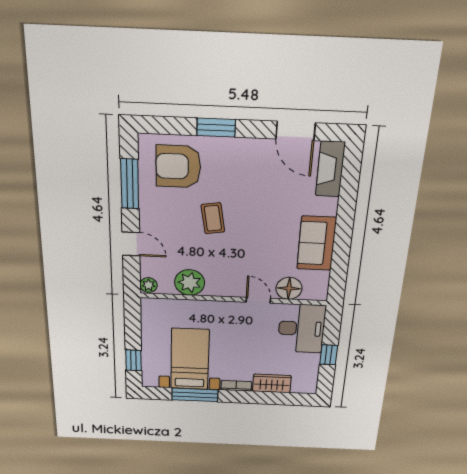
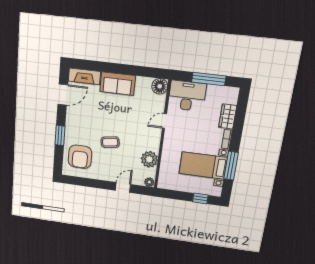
window: (130, 184) -> (89, 183), removed
sofa: (316, 243) -> (117, 84), moved
floor lamp: (289, 288) -> (160, 86), moved
window: (329, 355) -> (209, 79), width x2.17

